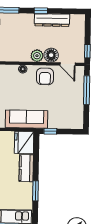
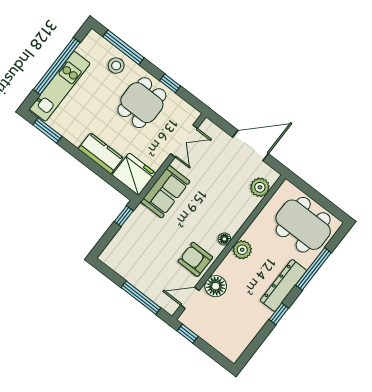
dresser: (52, 20) -> (283, 285), moved
plant: (37, 56) -> (242, 250), moved
sofa: (27, 119) -> (165, 192), width x0.73
window: (35, 191) -> (47, 131), moved

